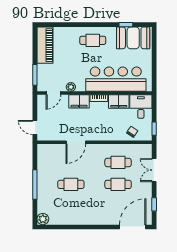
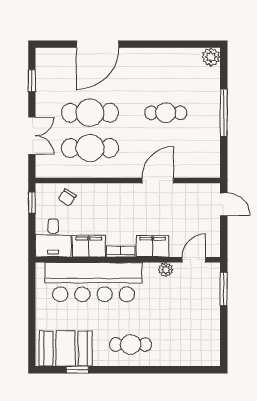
piano: (45, 45) -> (207, 337), removed
cafe table: (118, 162) -> (90, 148), width x1.37, depth x1.35
cafe table: (118, 184) -> (90, 113), width x1.37, depth x1.35
door: (133, 227) -> (98, 44), moved

